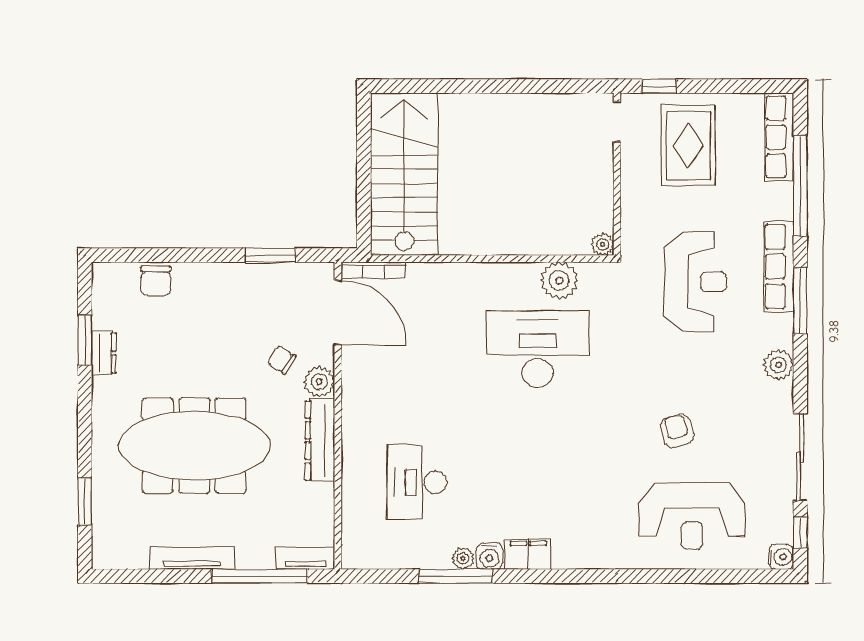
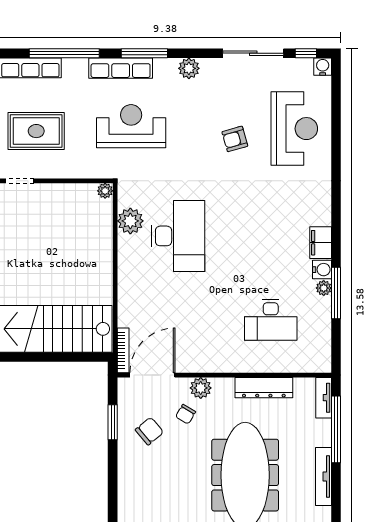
chair: (156, 281) -> (149, 431), moved, turned -40
desk: (538, 349) -> (178, 236), turned 180
dresser: (320, 441) -> (264, 388), moved

